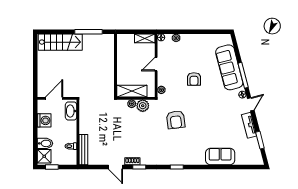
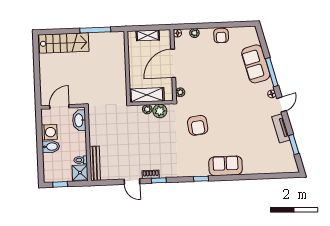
shelving: (145, 38) -> (148, 35), moved
door: (156, 64) -> (173, 63), width x1.88
sofa: (229, 67) -> (256, 64), width x0.73
armchair: (194, 79) -> (221, 36), moved
bidet: (45, 143) -> (51, 147), moved
shower: (44, 156) -> (80, 173), moved
sofa: (220, 156) -> (226, 166), moved

